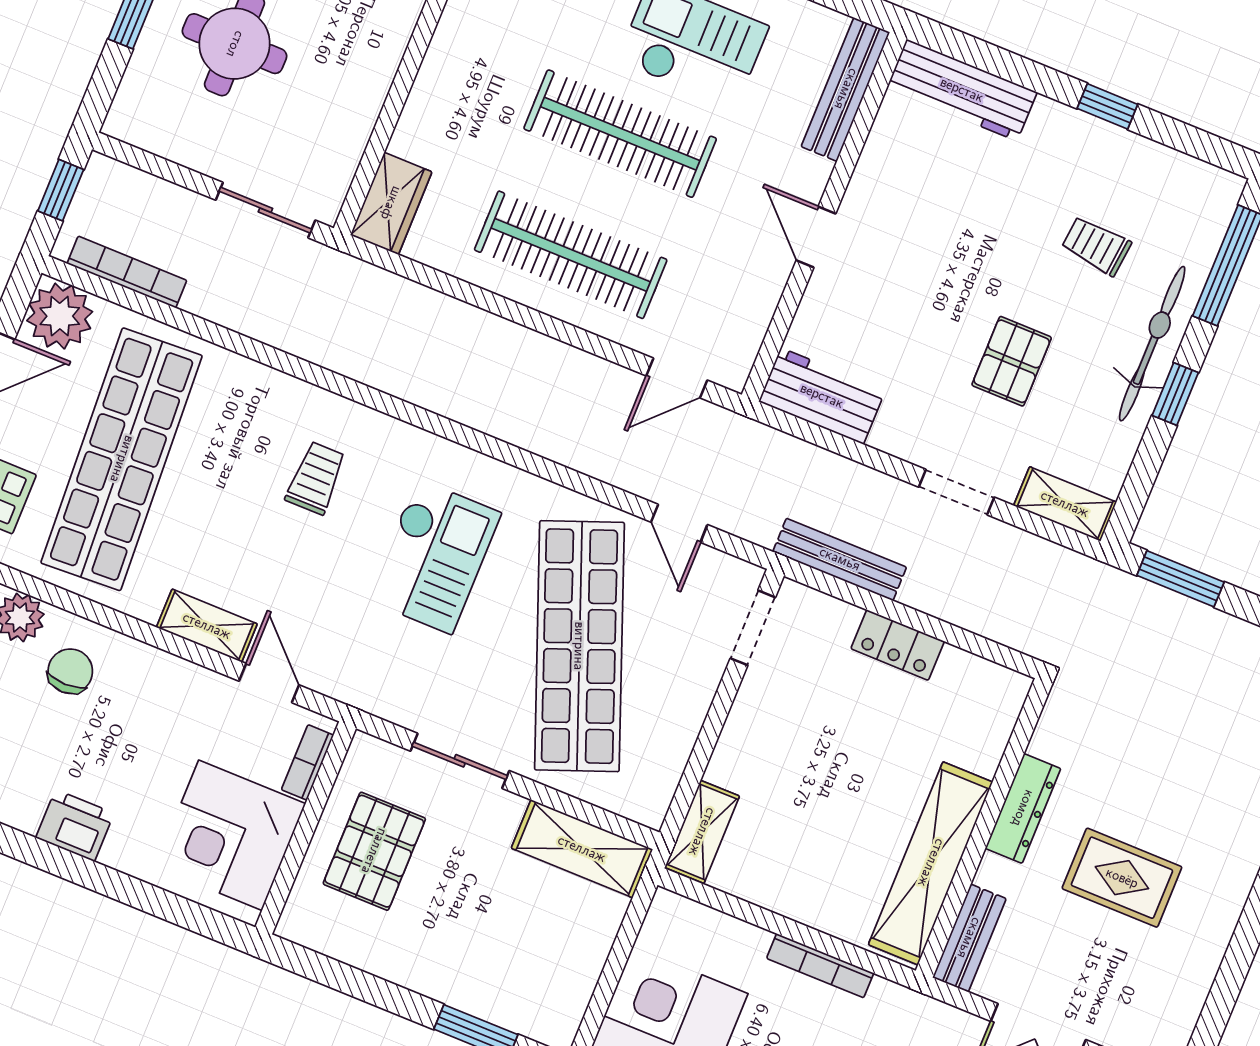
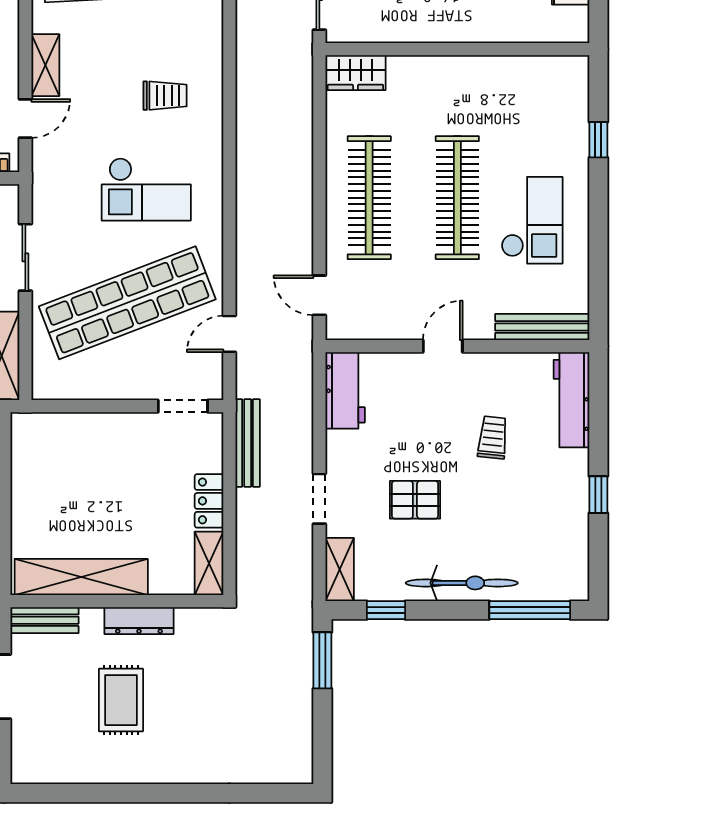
trolley: (1096, 246) -> (493, 437), moved
window: (1175, 394) -> (386, 610), moved
shelving: (702, 832) -> (209, 563), moved, turned 90

